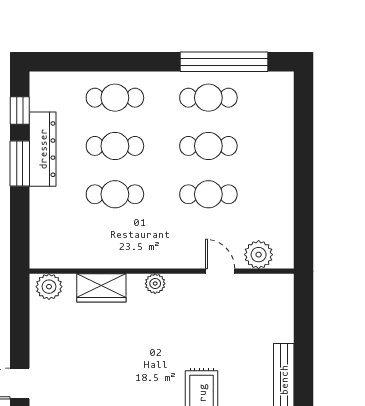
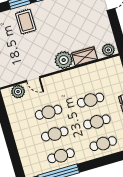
plant: (155, 284) -> (64, 60), width x1.87, depth x1.87

